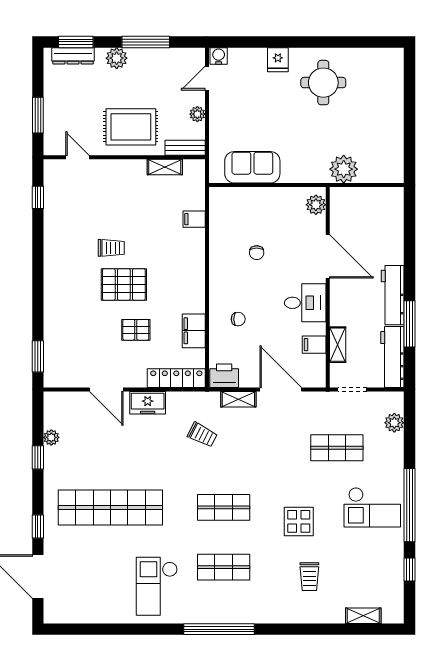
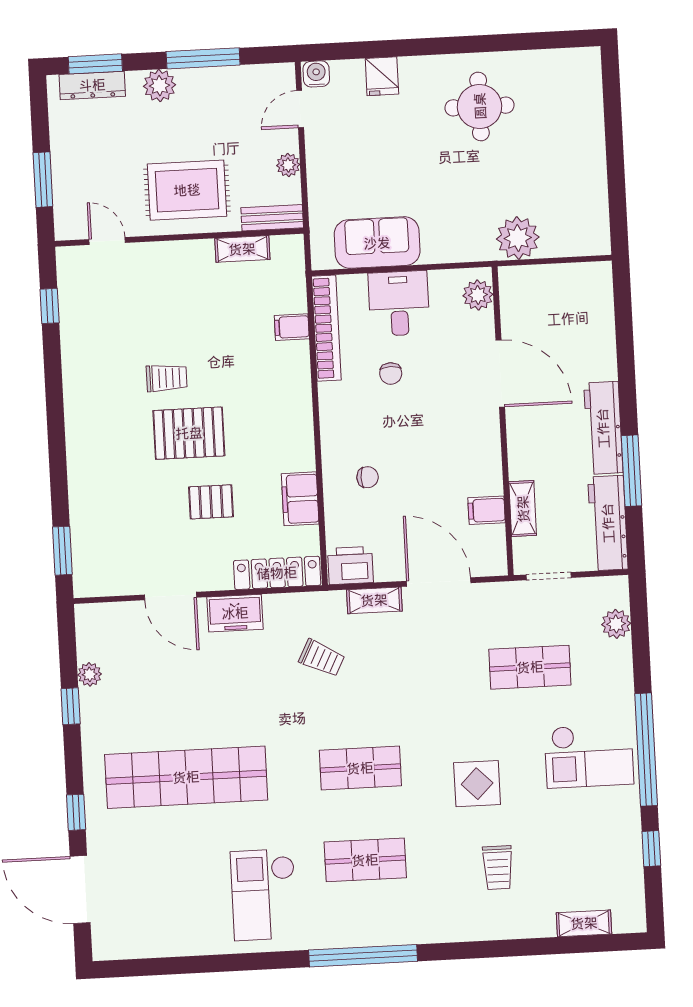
fridge: (278, 60) -> (382, 76), moved
bookcase: (217, 221) -> (326, 328), added
desk: (305, 303) -> (399, 303), moved, turned -90

